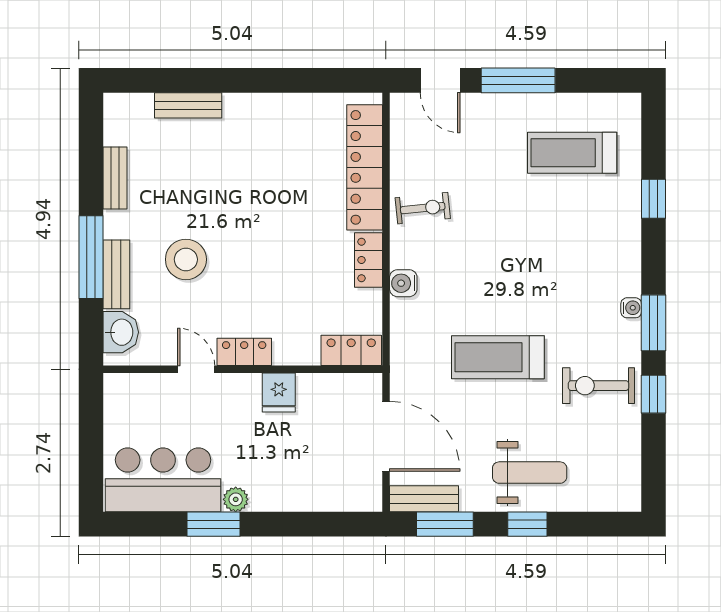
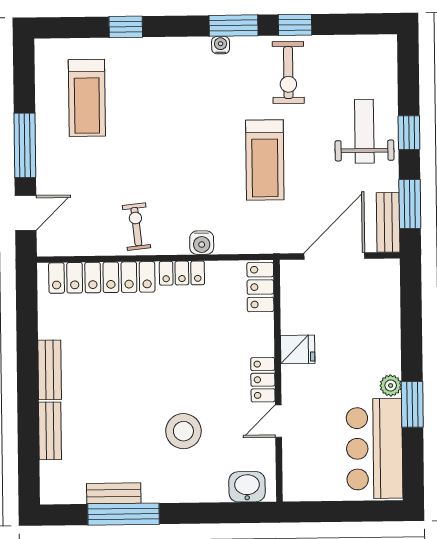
window: (91, 257) -> (124, 514), moved
bench: (116, 274) -> (50, 370), moved, turned 90

